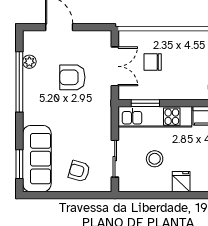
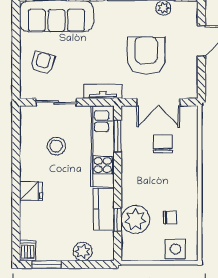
armchair: (72, 77) -> (146, 55), width x1.36, depth x1.36
tv unit: (105, 117) -> (103, 91), added
fridge: (181, 182) -> (31, 191), moved

